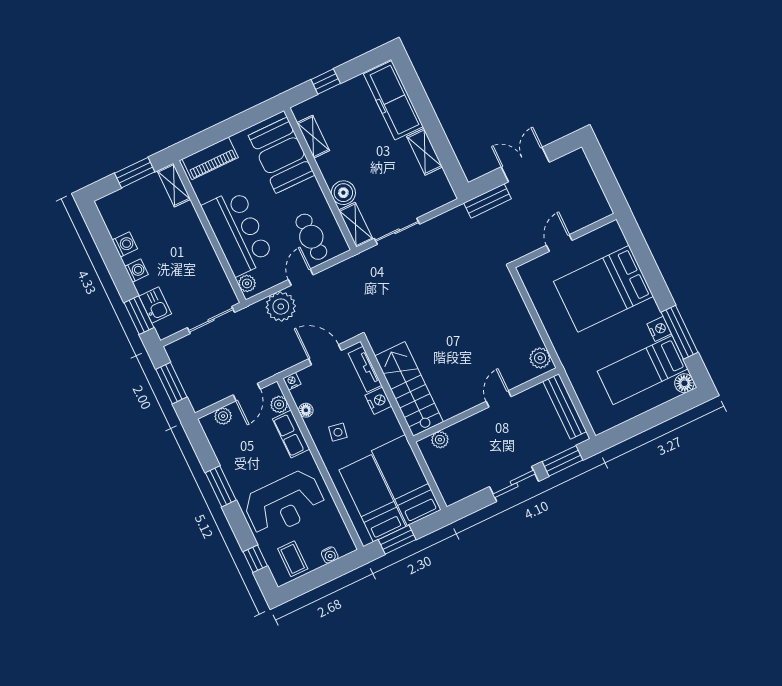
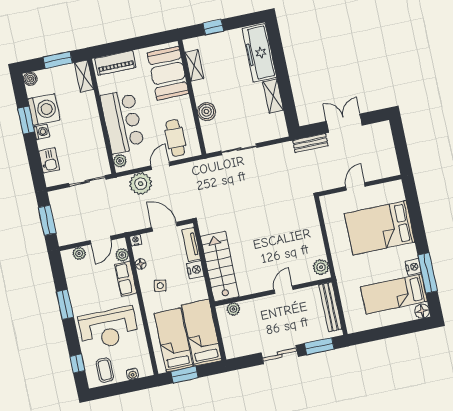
boiler: (105, 205) -> (30, 79), added
shelving: (356, 225) -> (210, 137), removed
washing machine: (125, 244) -> (44, 109), width x1.89, depth x1.89
window: (139, 315) -> (26, 120), moved

